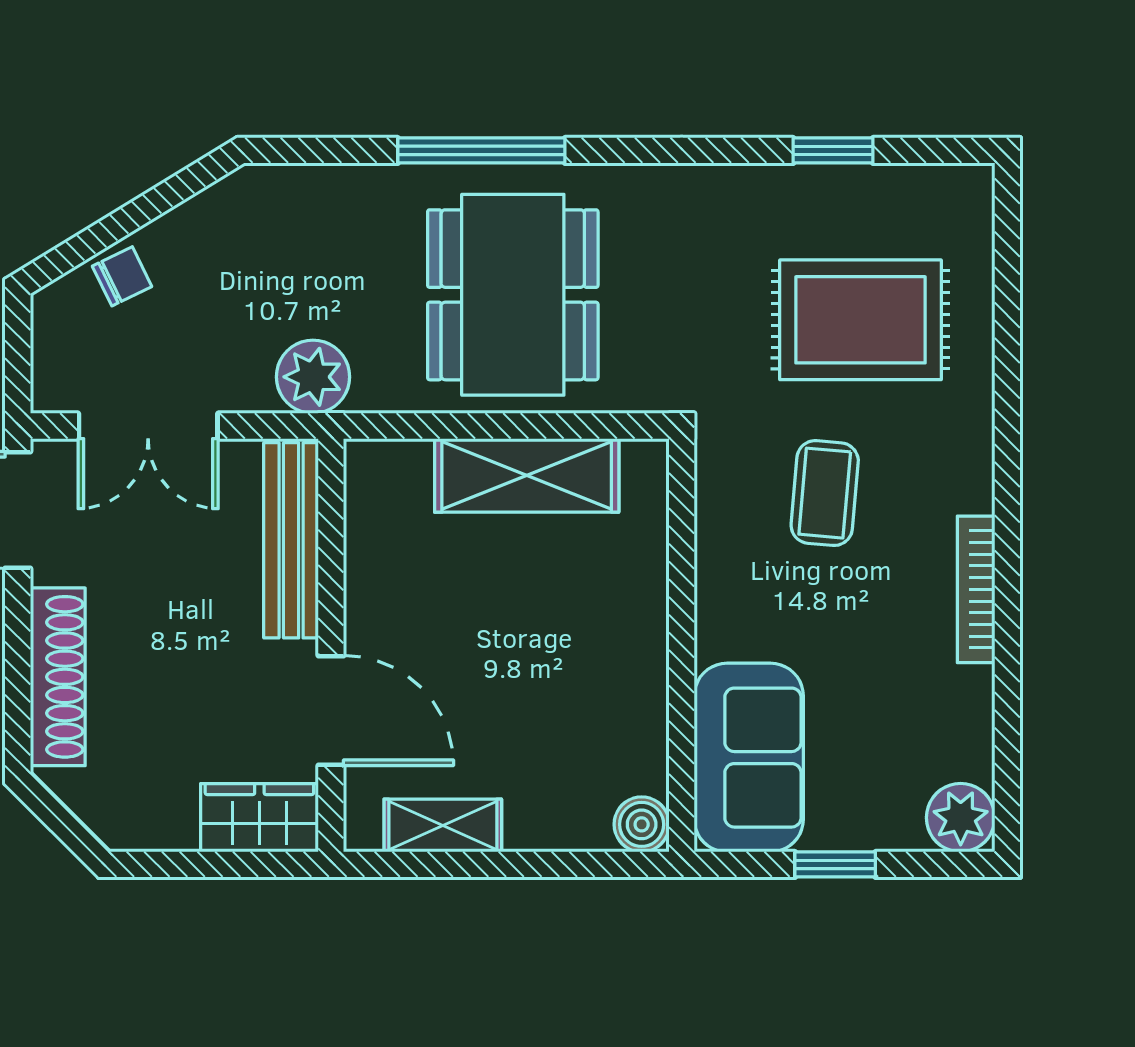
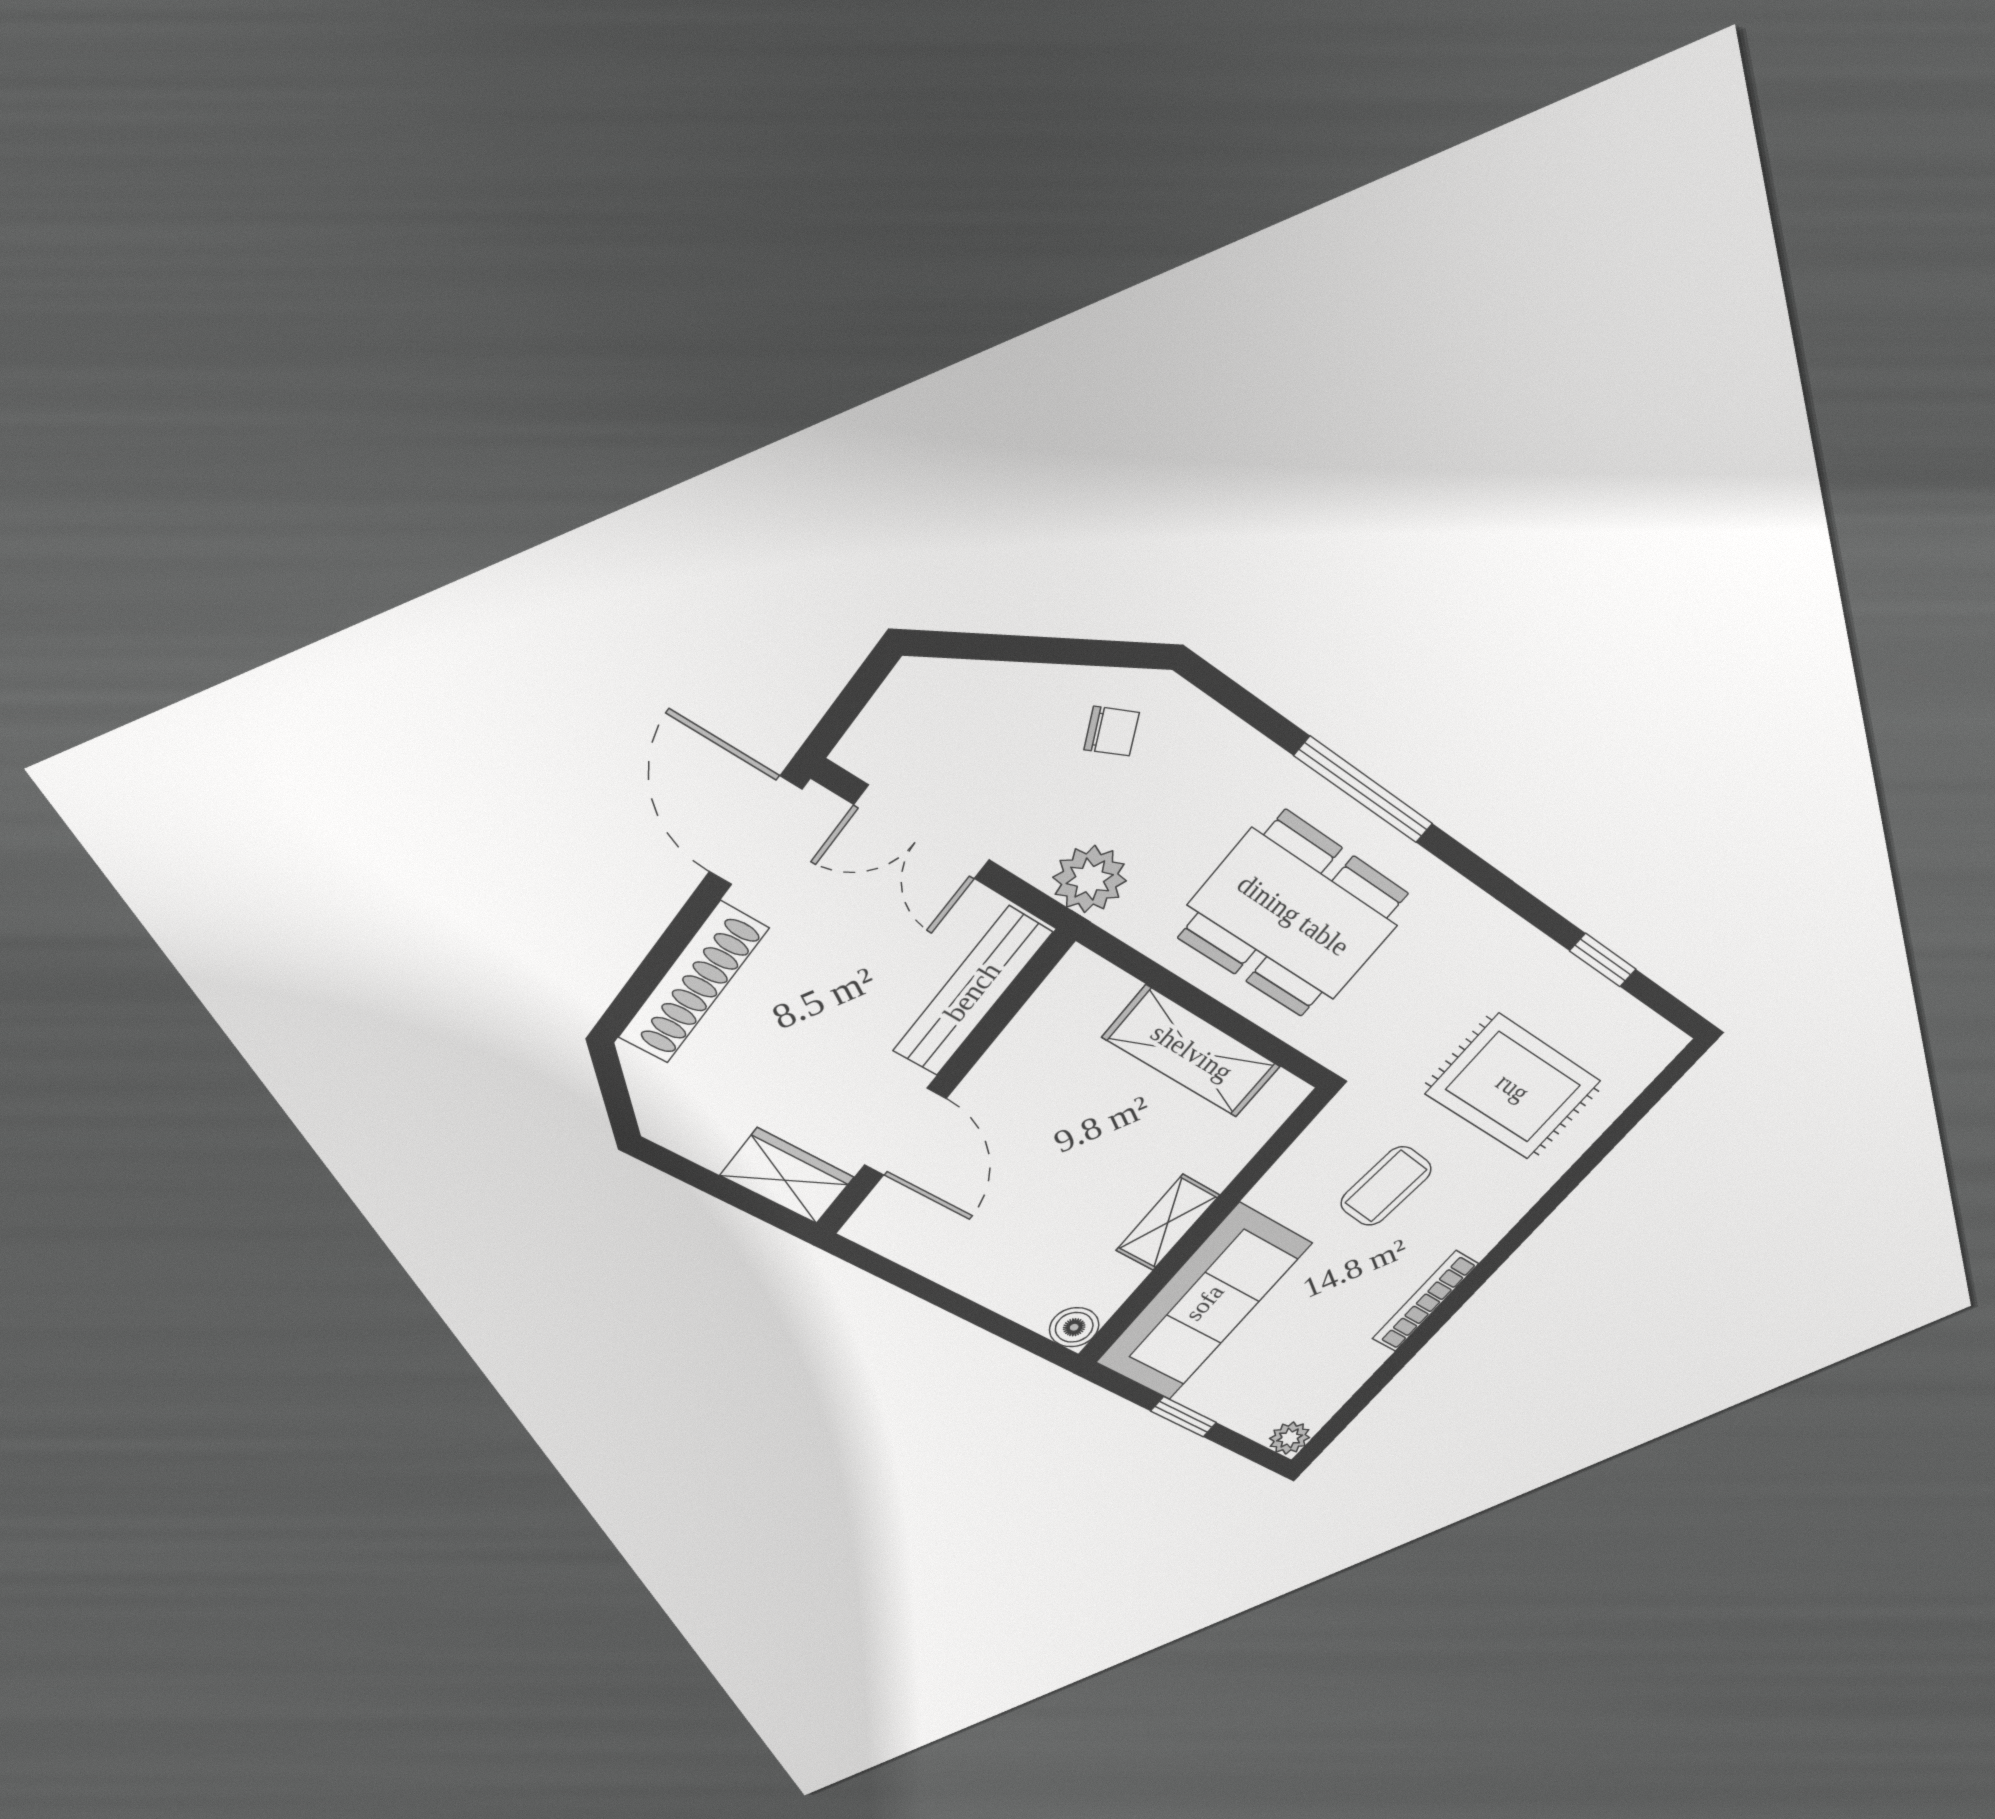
chair: (122, 276) -> (1112, 731), moved
dining table: (513, 295) -> (1294, 915), turned 90
sofa: (749, 758) -> (1204, 1303), width x1.36
plant: (961, 818) -> (1290, 1438), width x0.73, depth x0.73
shelving: (443, 826) -> (1168, 1223), moved, turned 90

